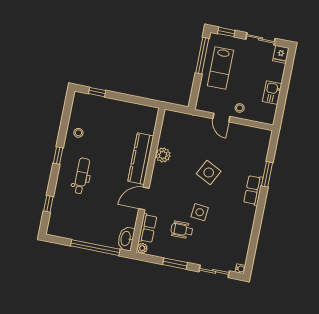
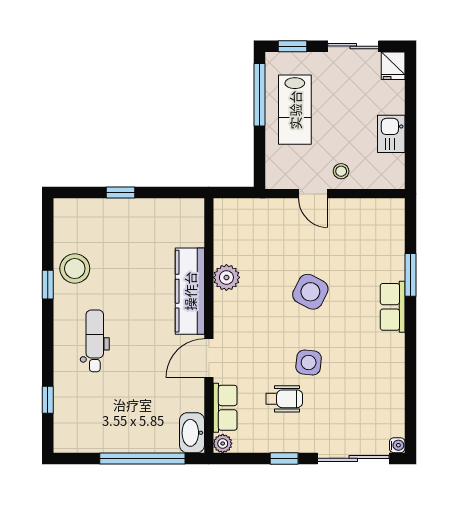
window: (97, 92) -> (120, 193), moved
stool: (78, 133) -> (75, 269), width x1.89, depth x1.89
window: (58, 156) -> (48, 285), moved
wheelchair: (182, 230) -> (284, 399), turned 180
window: (175, 264) -> (284, 458), width x0.67
sliding door: (214, 271) -> (353, 458), width x1.37

